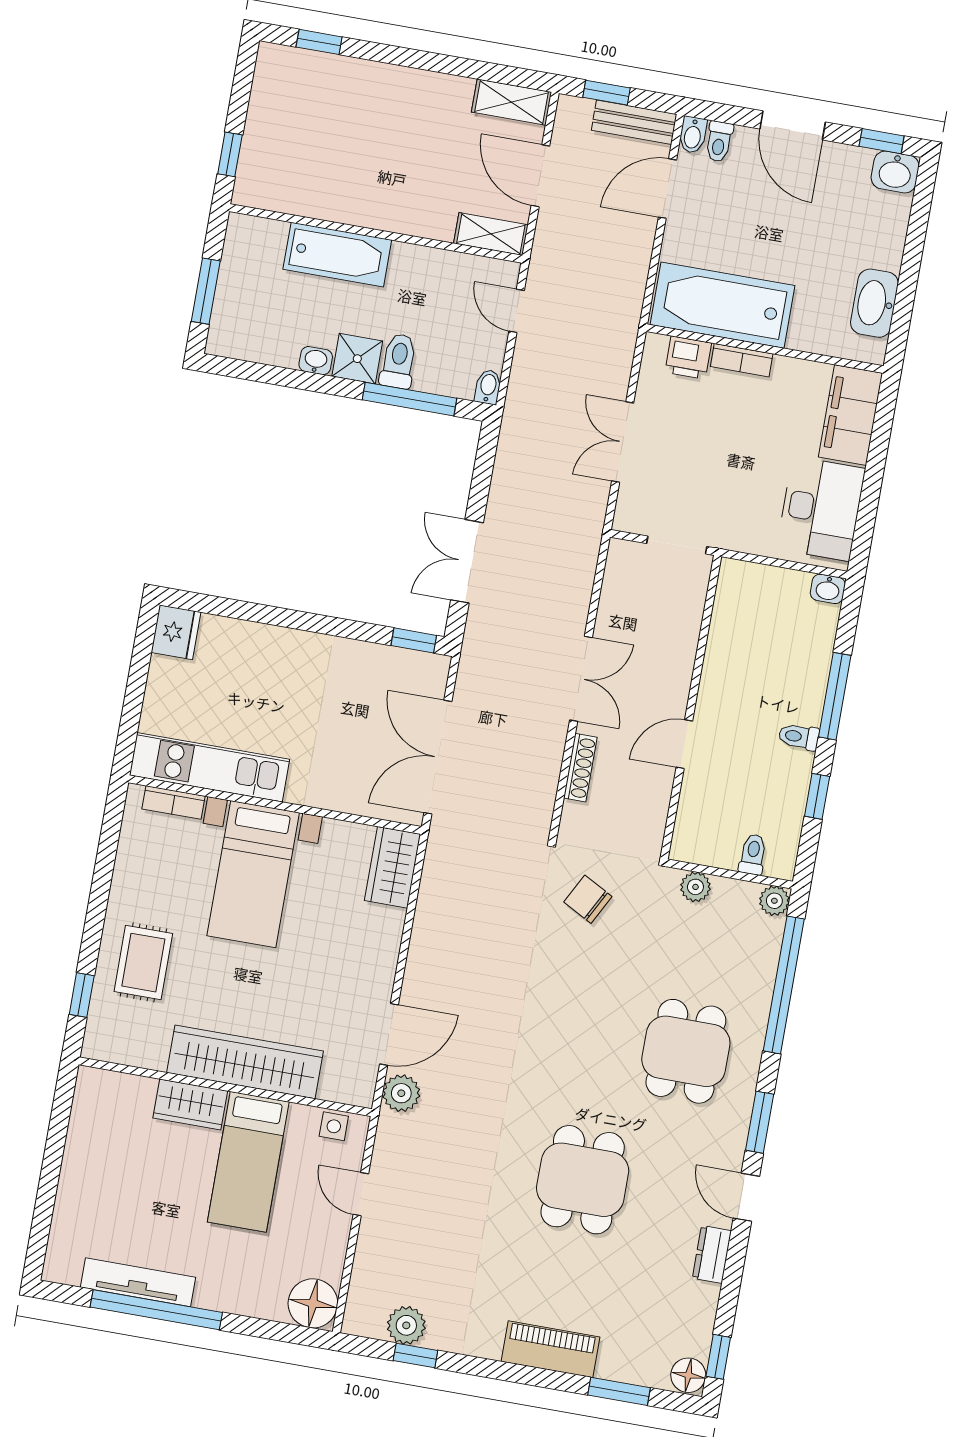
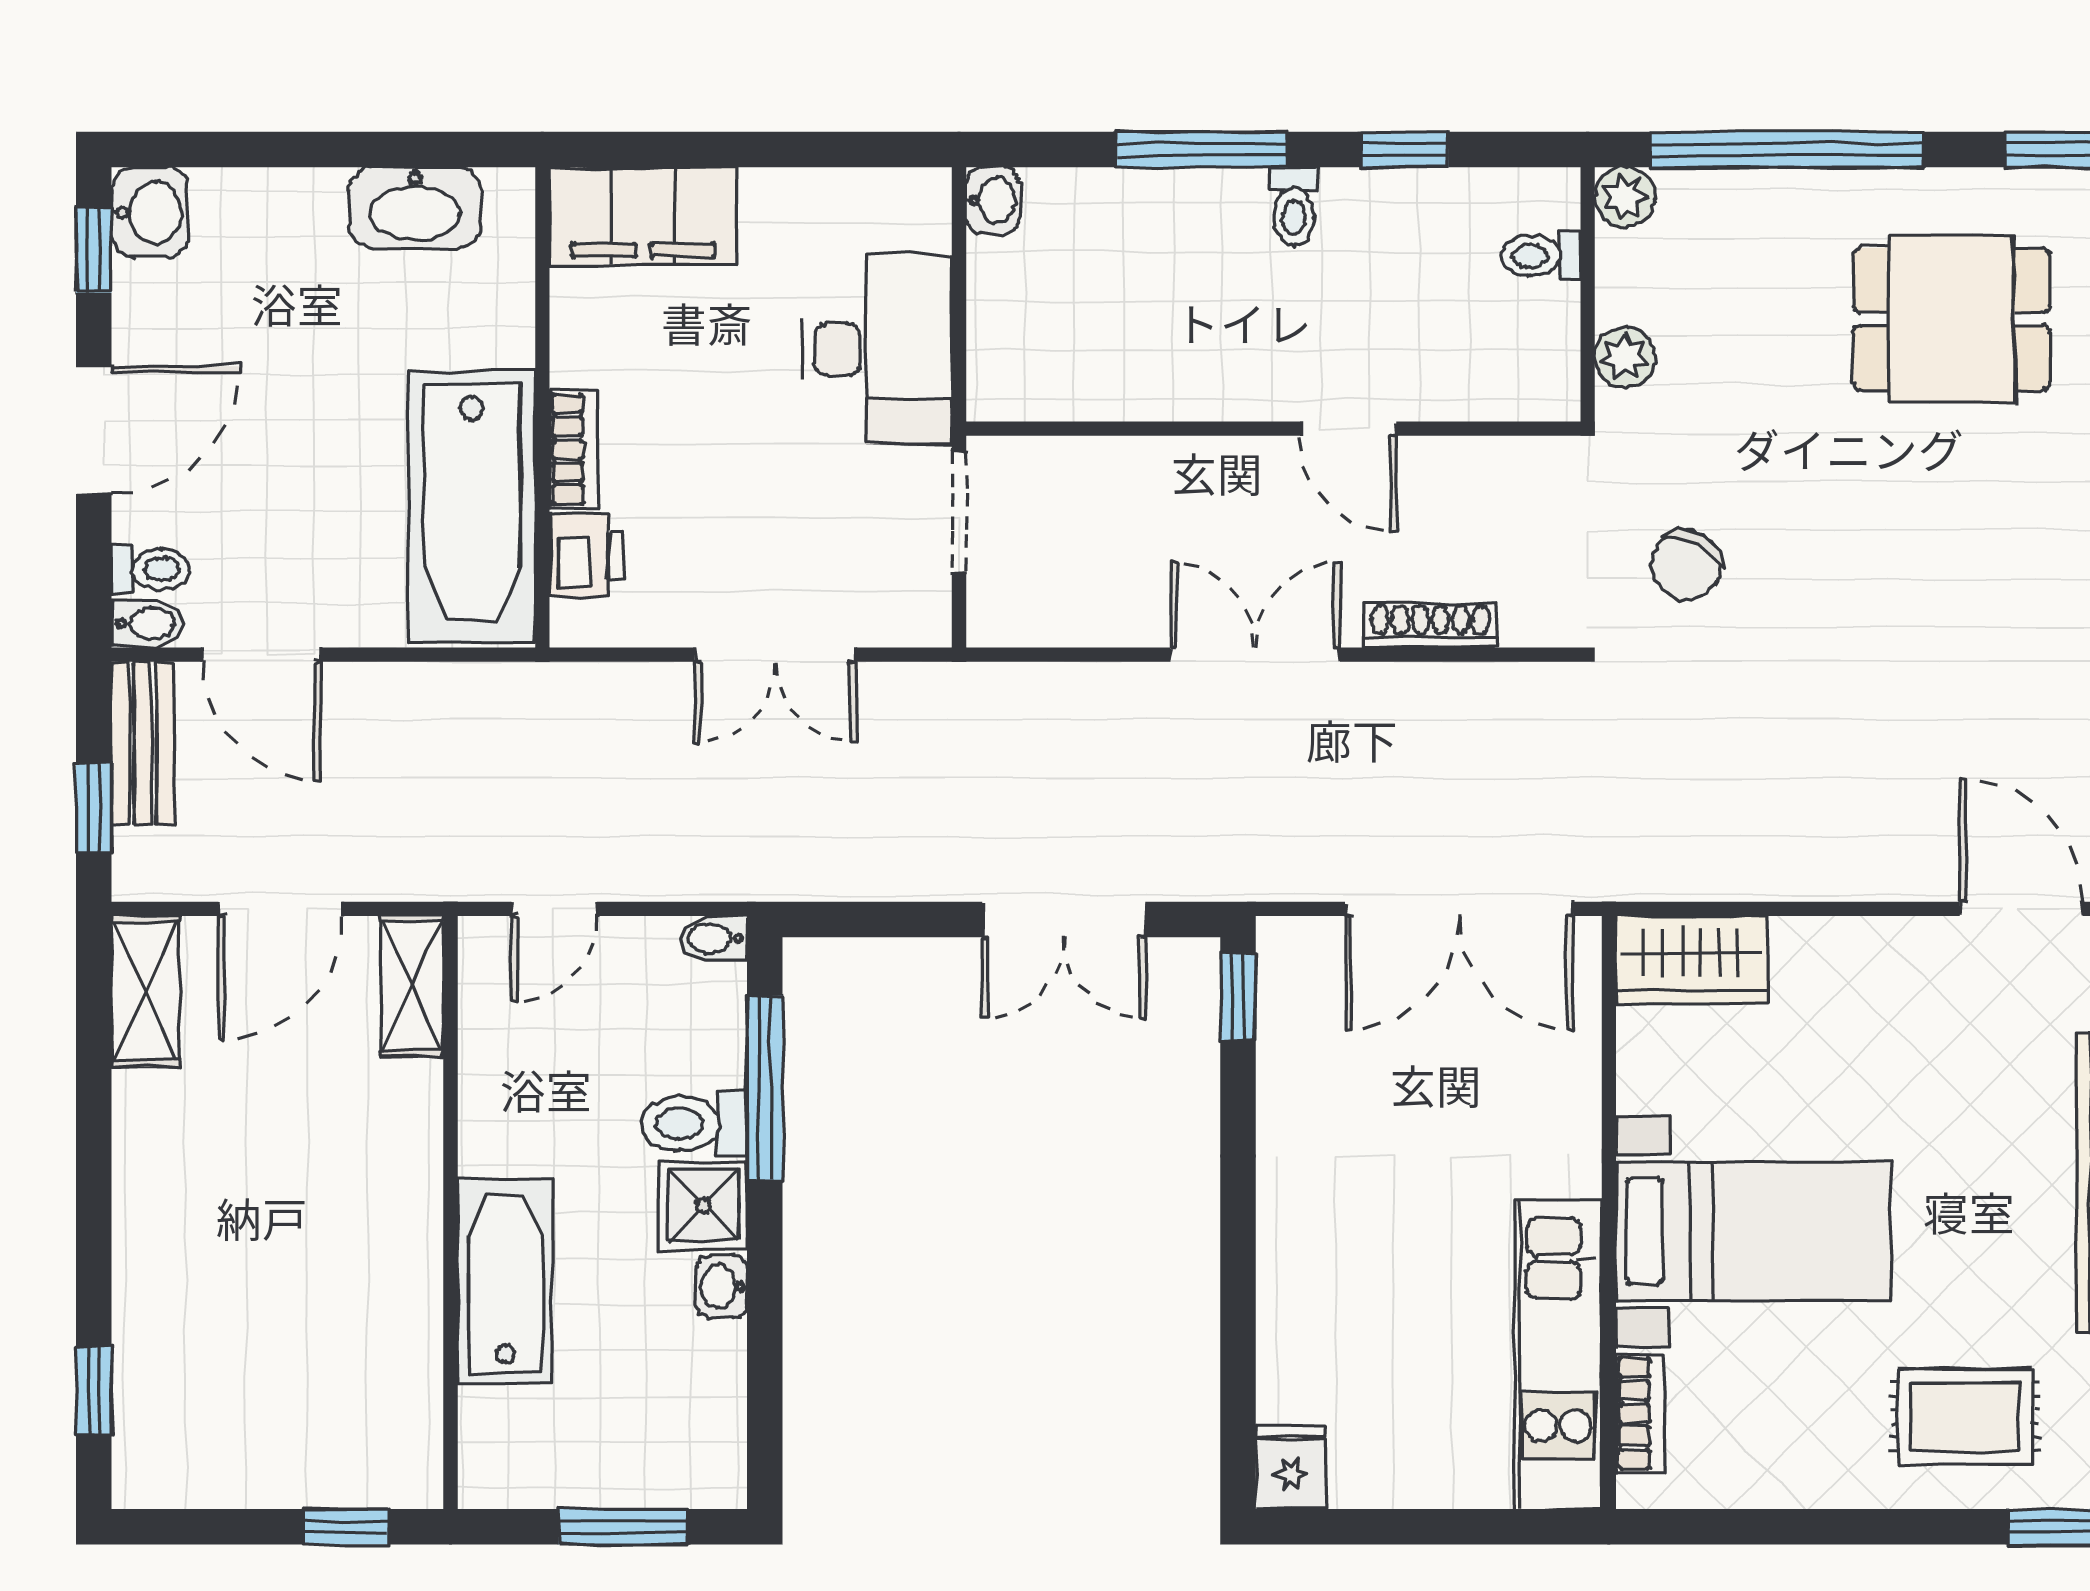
desk: (821, 509) -> (878, 349), moved, turned 90
fridge: (176, 632) -> (1291, 1467), width x0.72

